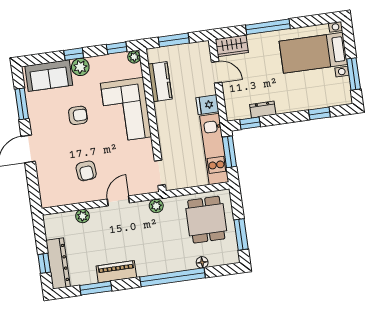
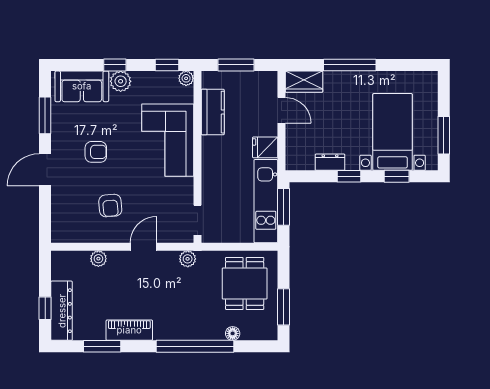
bed with nightstands: (313, 53) -> (393, 132), moved, turned 90
armchair: (78, 115) -> (96, 152), moved
window: (250, 123) -> (349, 176), moved

